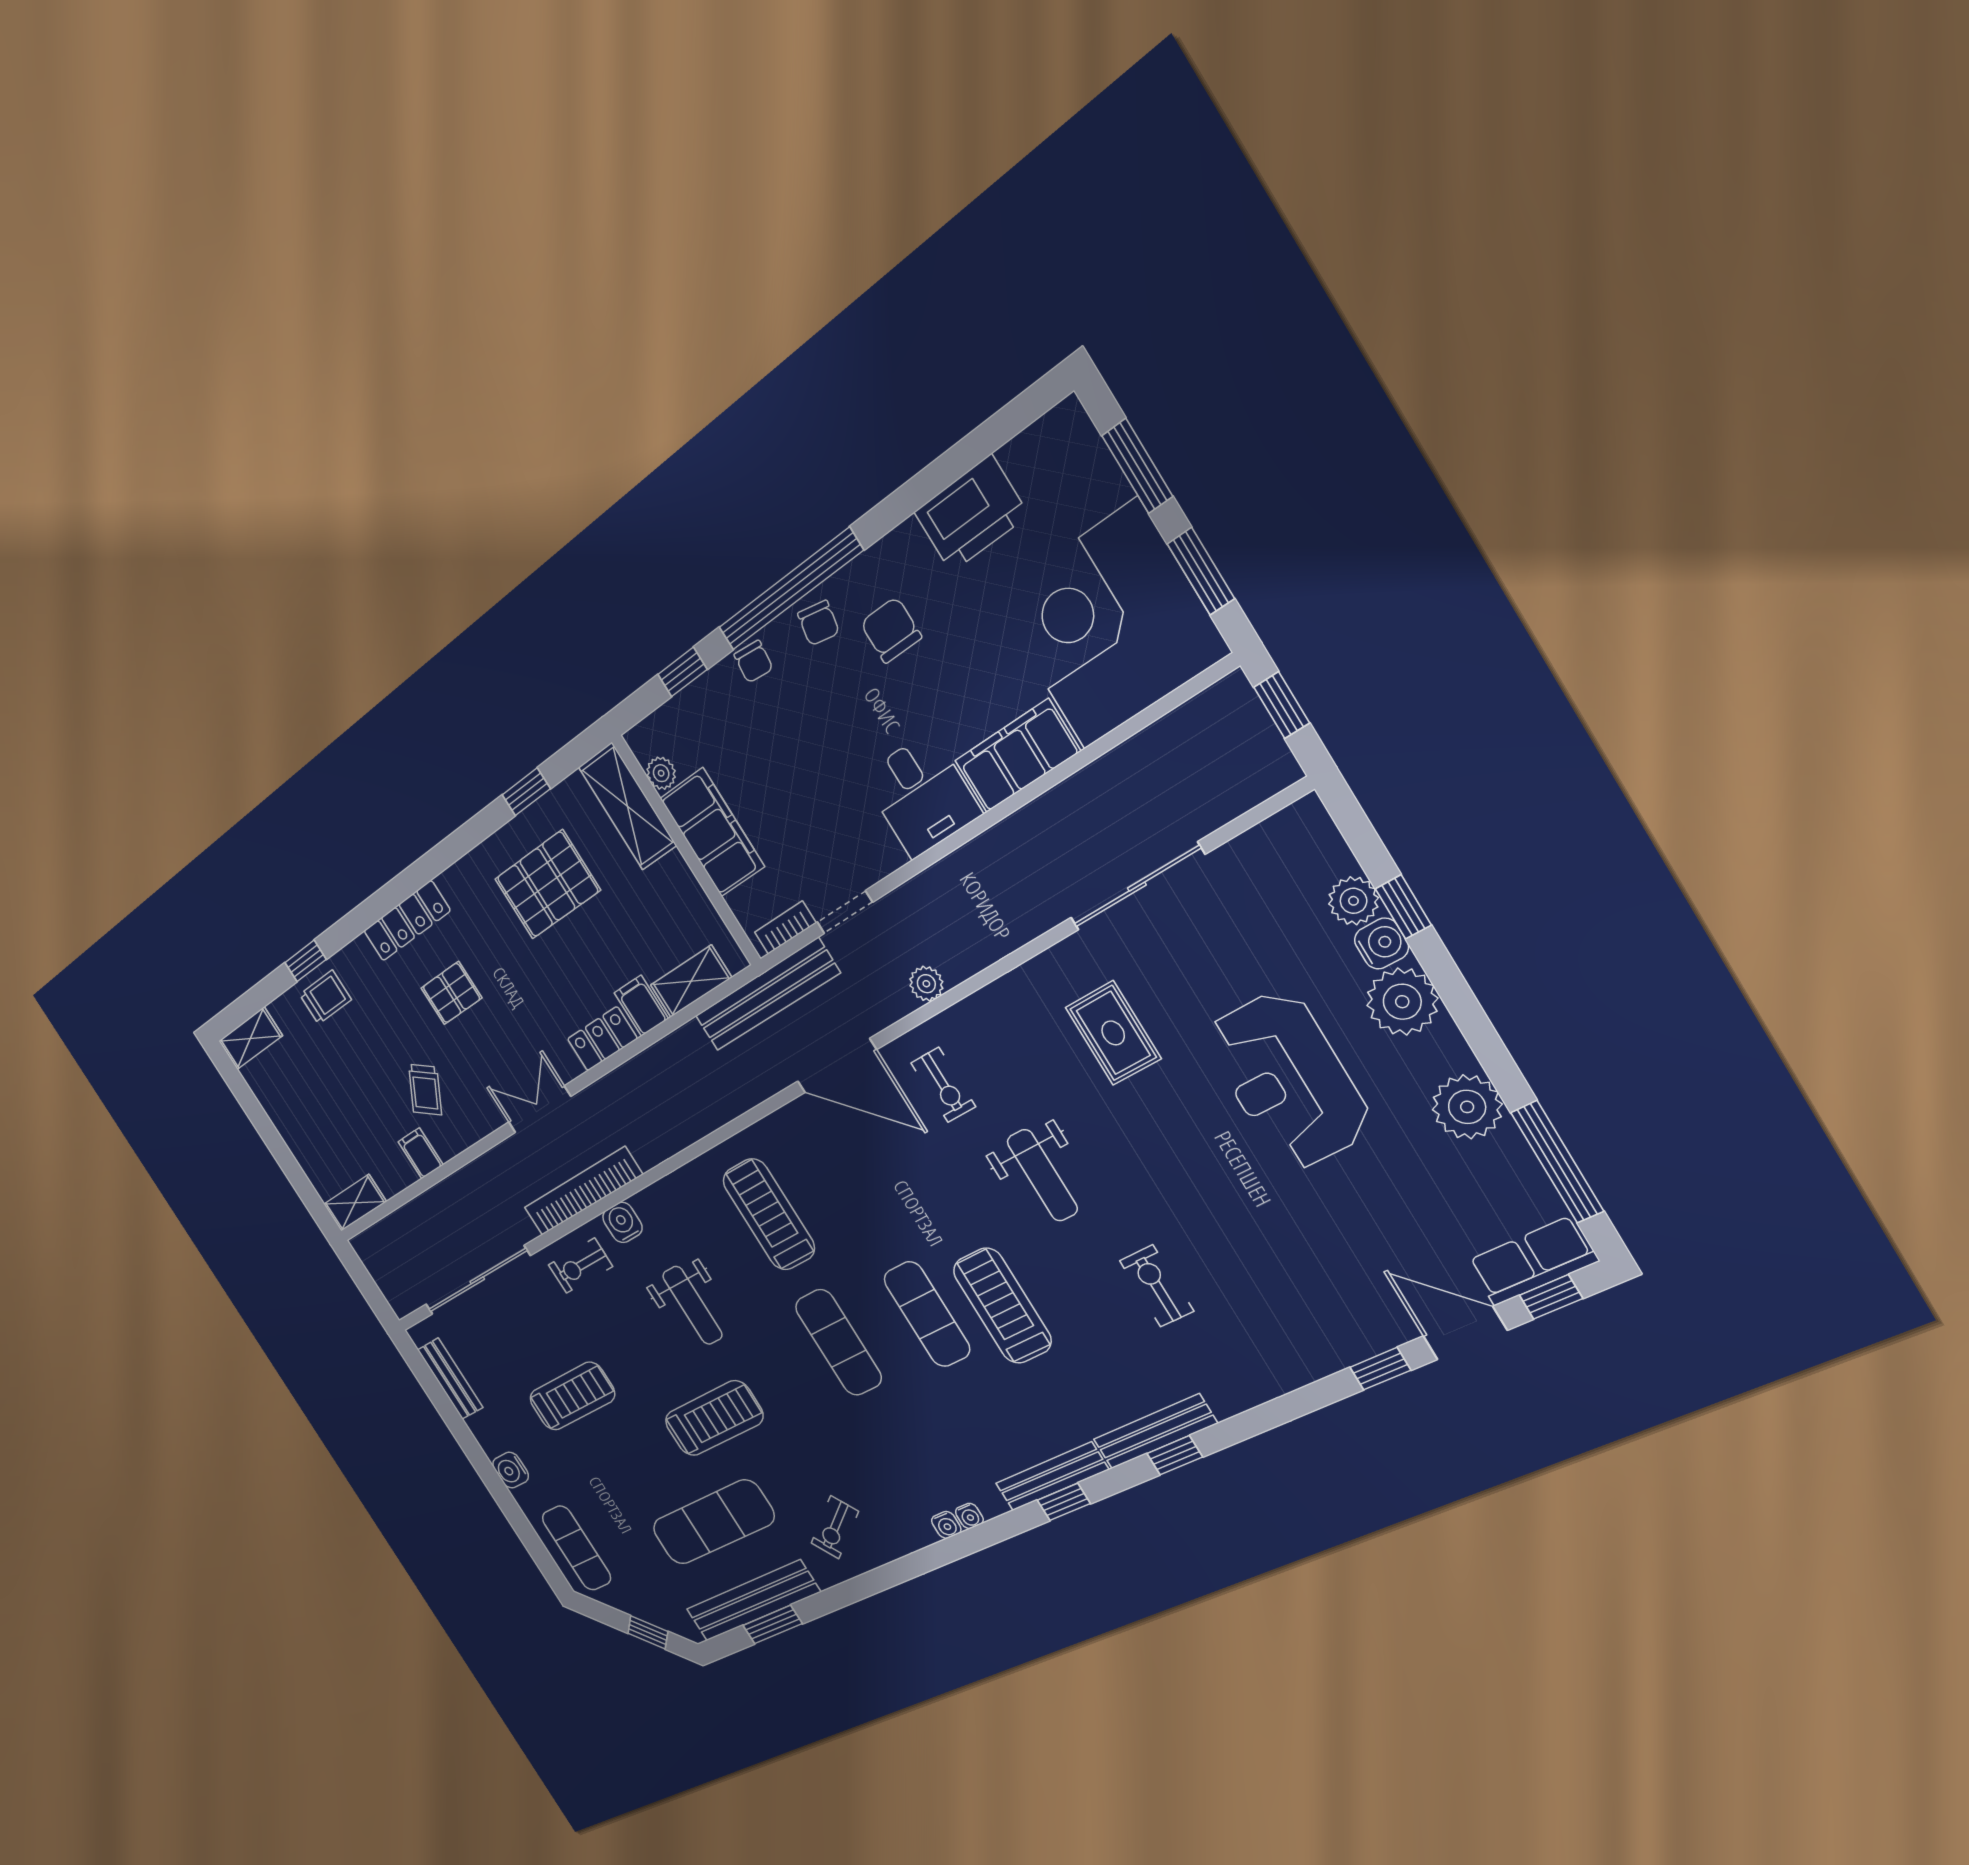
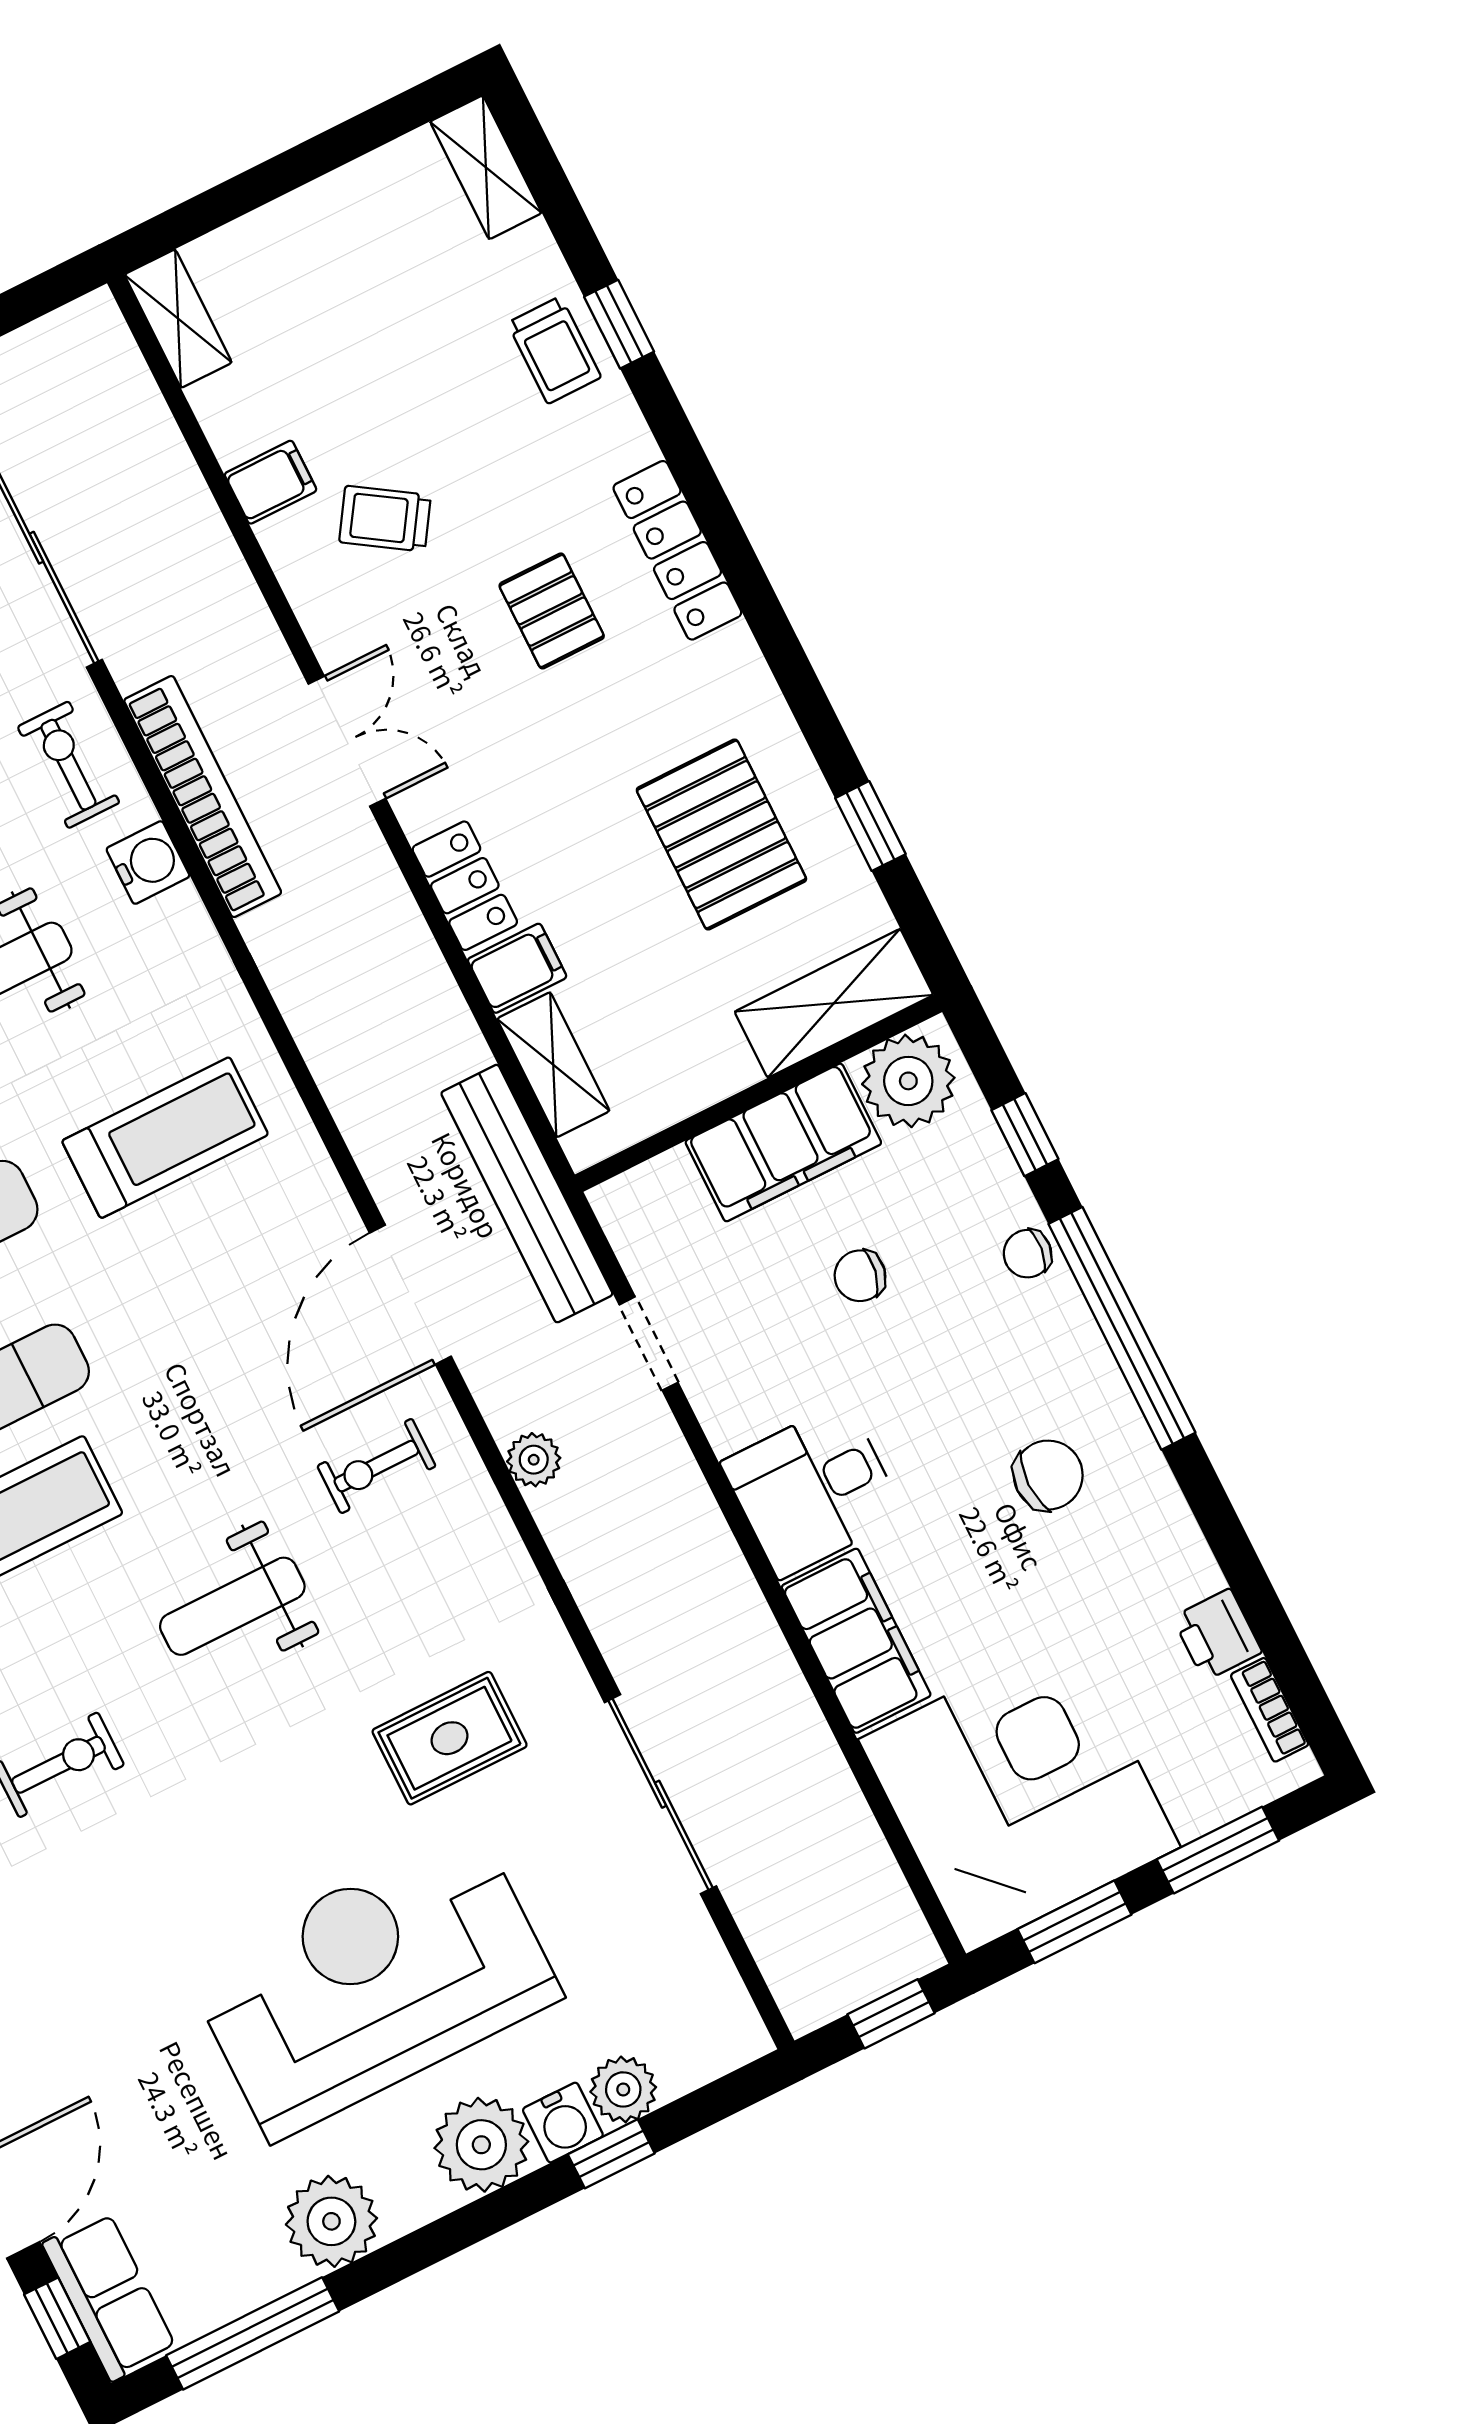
printer: (971, 514) -> (1217, 1635), width x0.53, depth x0.68
chair: (818, 623) -> (860, 1276), moved
plant: (661, 773) -> (908, 1081), width x1.88, depth x1.88
bookcase: (785, 928) -> (1270, 1710), moved, turned 180
reception desk: (1288, 1080) -> (374, 1983), width x1.36, depth x1.30

